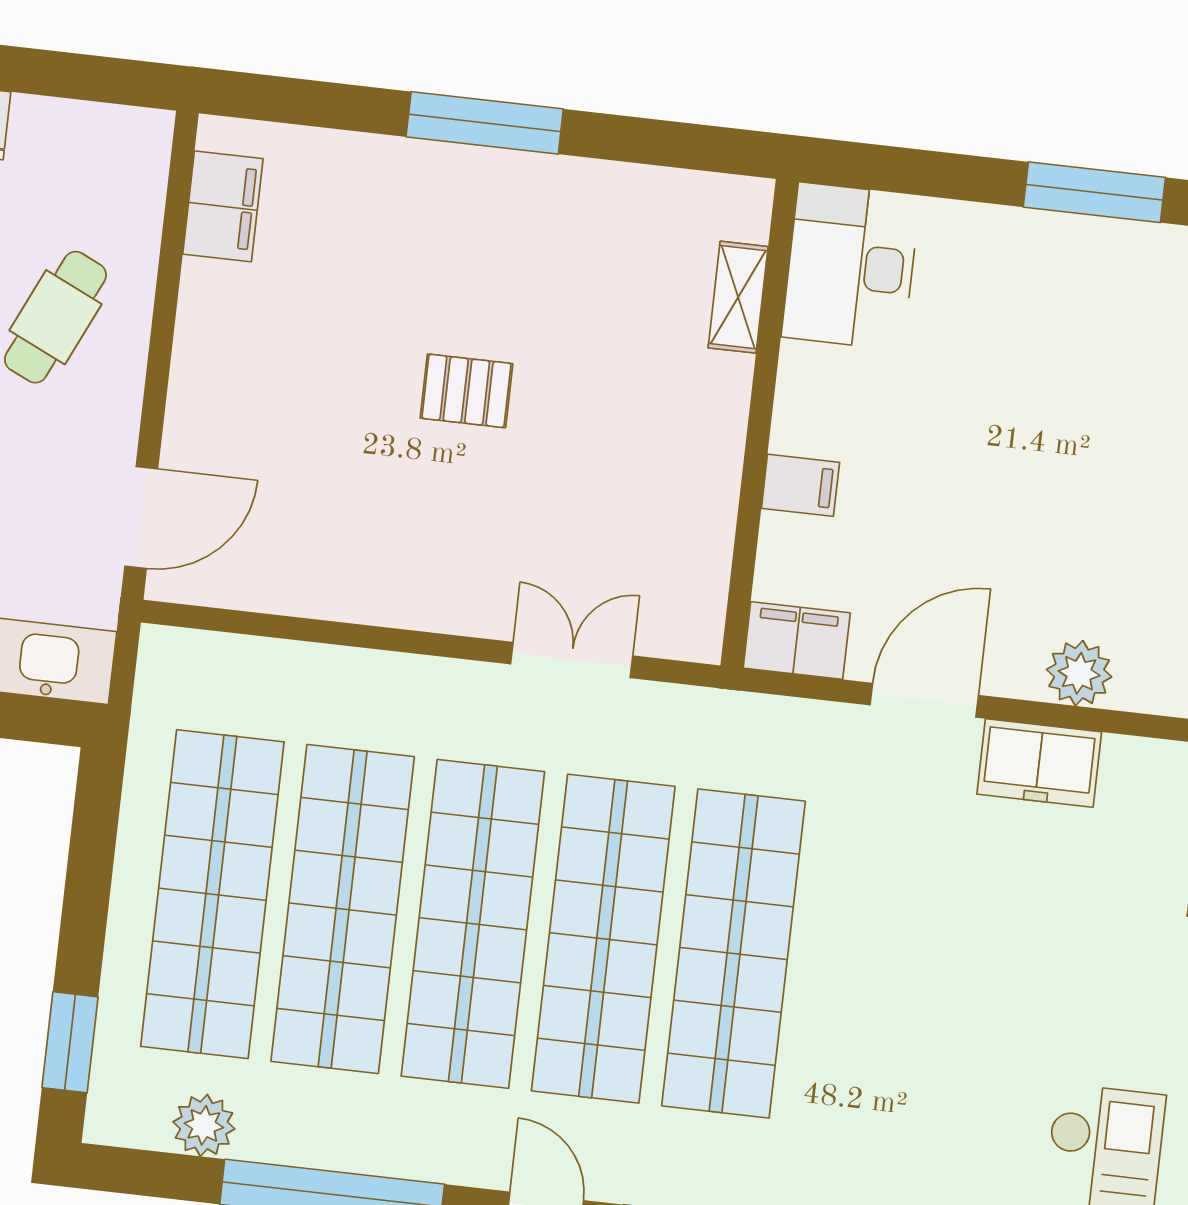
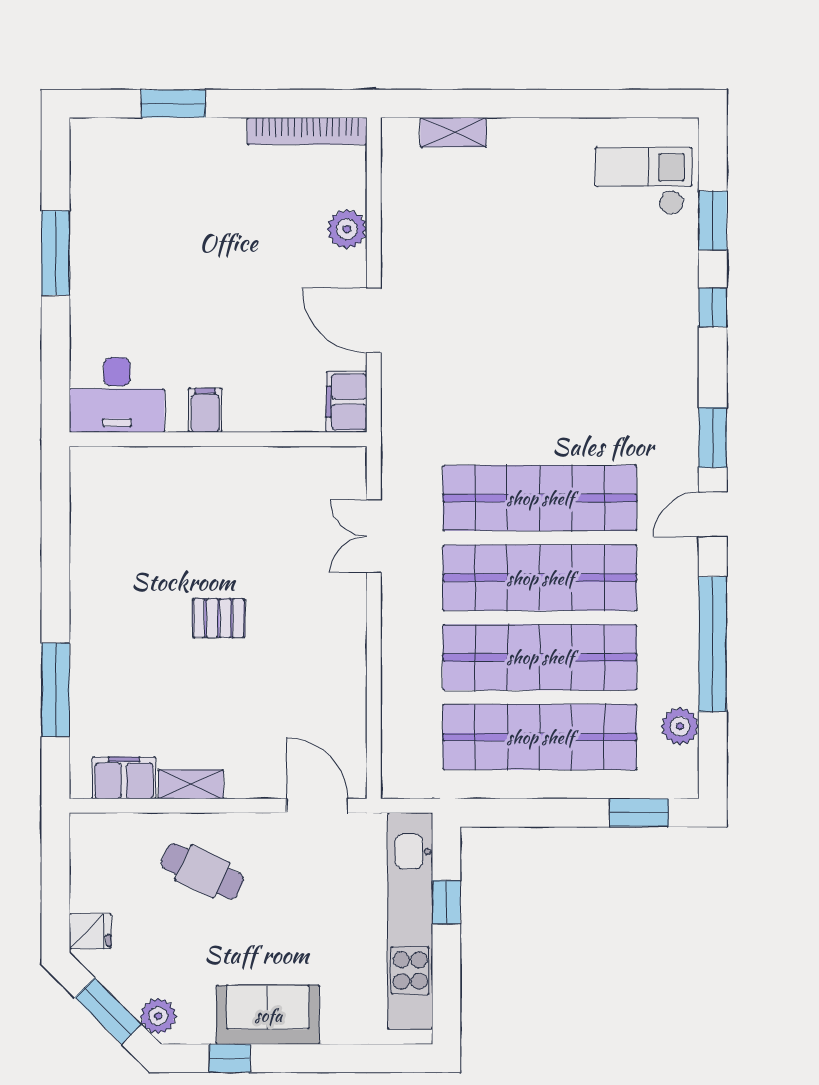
window: (485, 123) -> (56, 690), moved
shelving: (738, 297) -> (191, 784), moved
pallet: (466, 391) -> (219, 618), turned 90
filing cabinet: (800, 485) -> (205, 410), moved
freezer: (1039, 763) -> (404, 247), removed
shop shelf: (734, 954) -> (540, 418), removed

